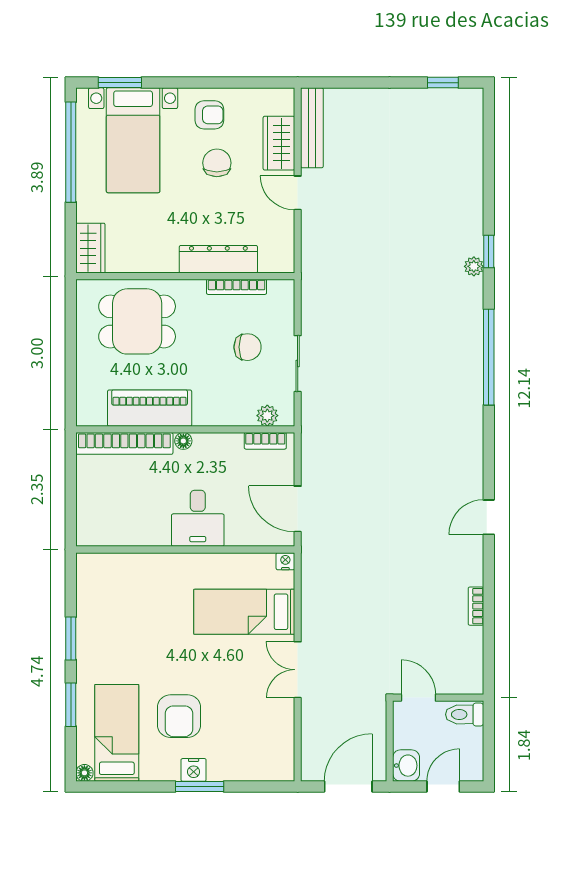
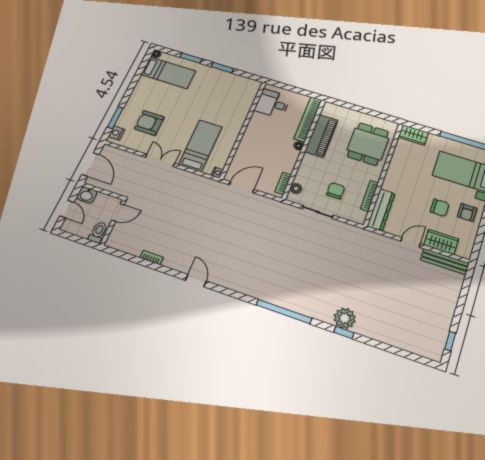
dresser: (218, 259) -> (381, 210), moved
plant: (474, 266) -> (345, 318), width x1.88, depth x1.88
chair: (247, 347) -> (336, 191), turned 180
desk: (198, 518) -> (272, 104), moved
armchair: (179, 716) -> (149, 123), moved
nightstand: (194, 770) -> (117, 133), moved
window: (200, 786) -> (115, 118), moved

